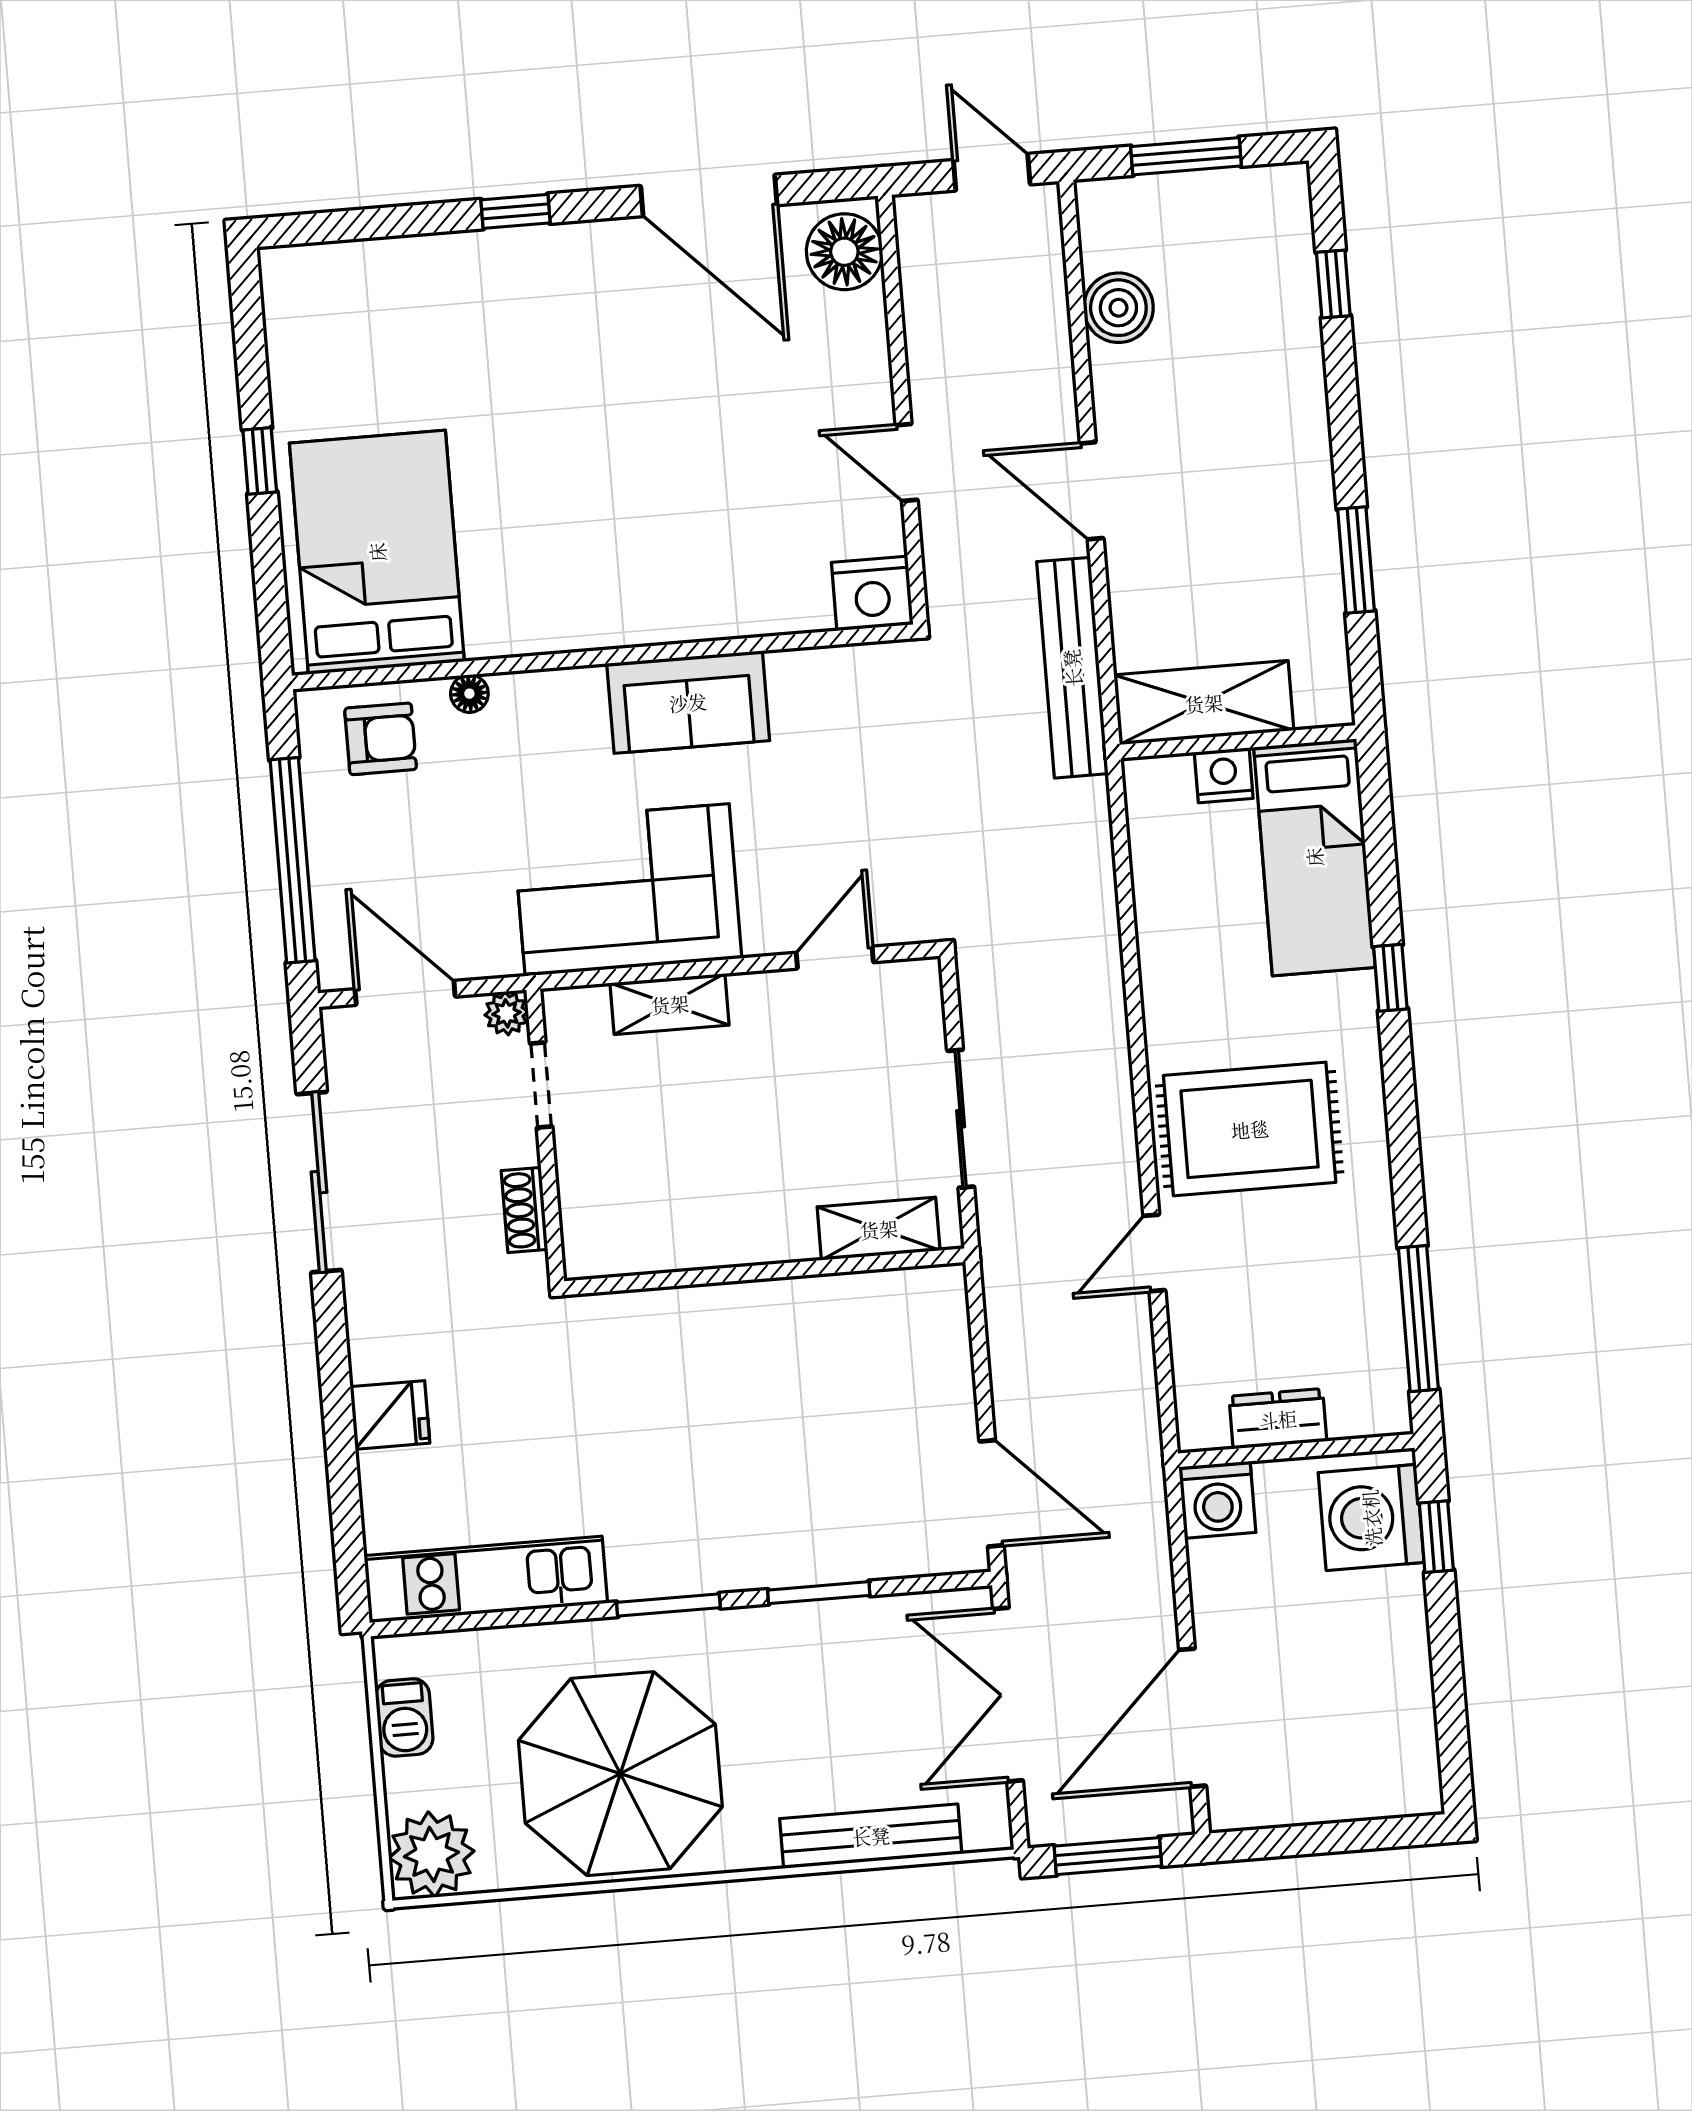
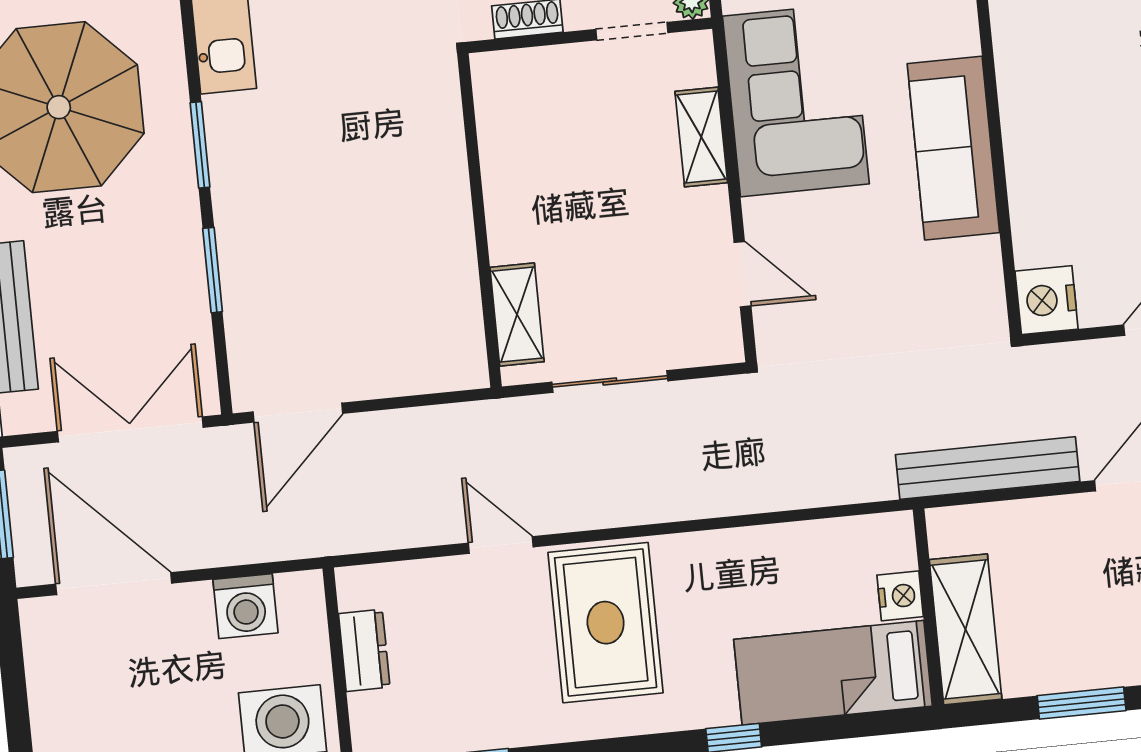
sofa: (688, 702) -> (953, 148), width x1.36
shelving: (1204, 703) -> (966, 629), moved
washing machine: (1217, 1500) -> (246, 606), moved, turned -90

